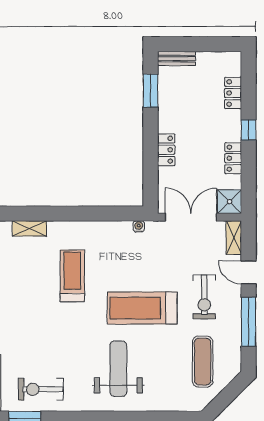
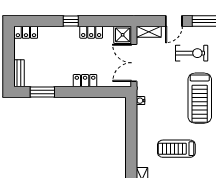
locker: (233, 93) -> (26, 32), moved

